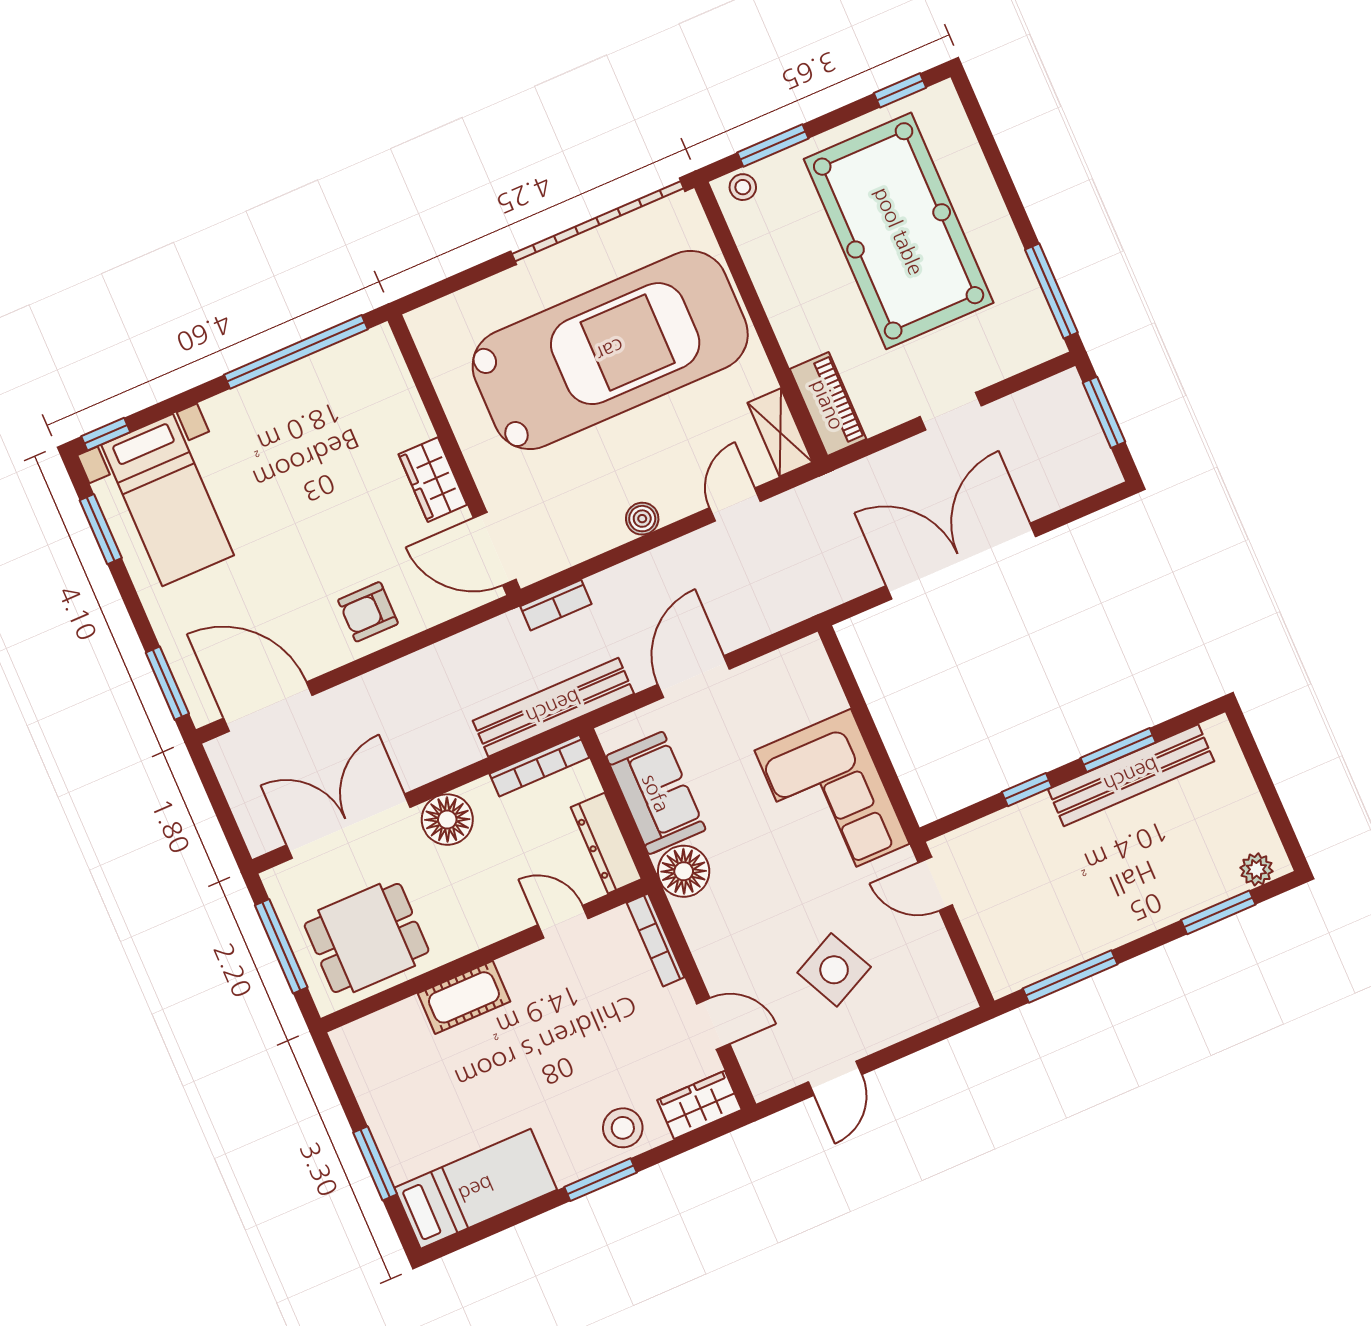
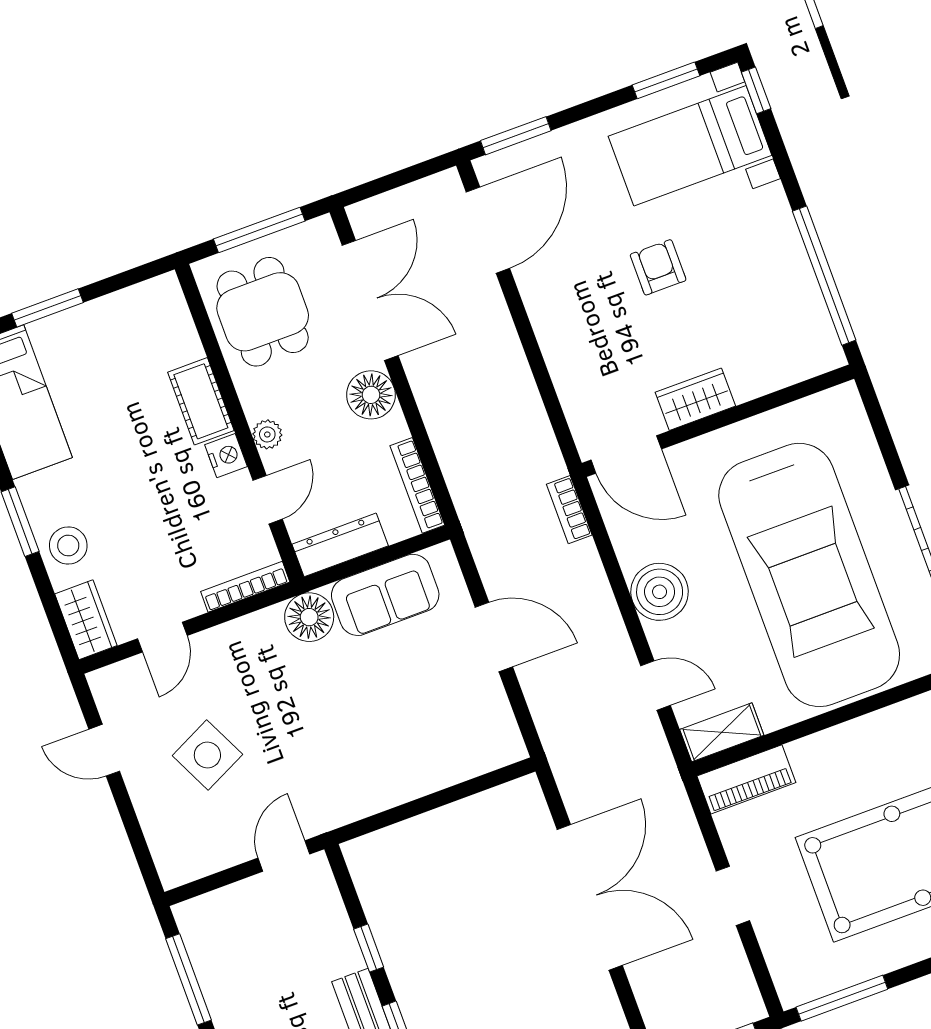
boiler: (642, 519) -> (660, 592), width x1.86, depth x1.86
door: (495, 549) -> (626, 454), swing flipped
armchair: (368, 612) -> (658, 267), moved
bench: (553, 707) -> (472, 502), removed
corner sofa: (832, 797) -> (372, 762), removed
plant: (495, 926) -> (267, 434), added
nightstand: (519, 968) -> (226, 456), added

